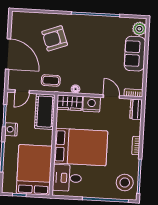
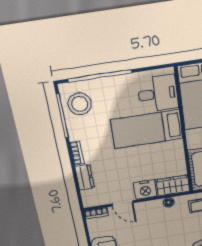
dresser: (136, 109) -> (85, 177), moved
bed: (81, 147) -> (147, 129), width x0.67

